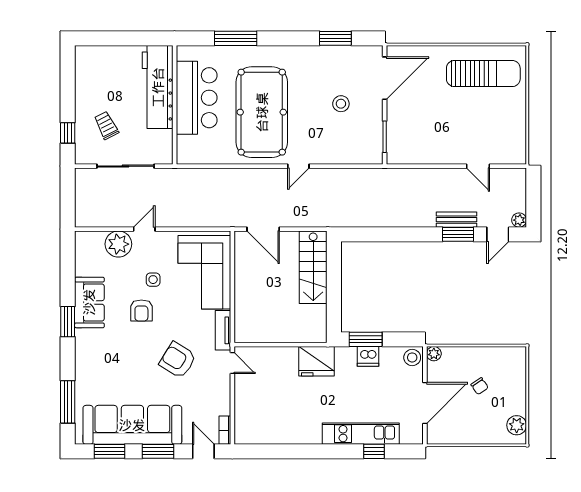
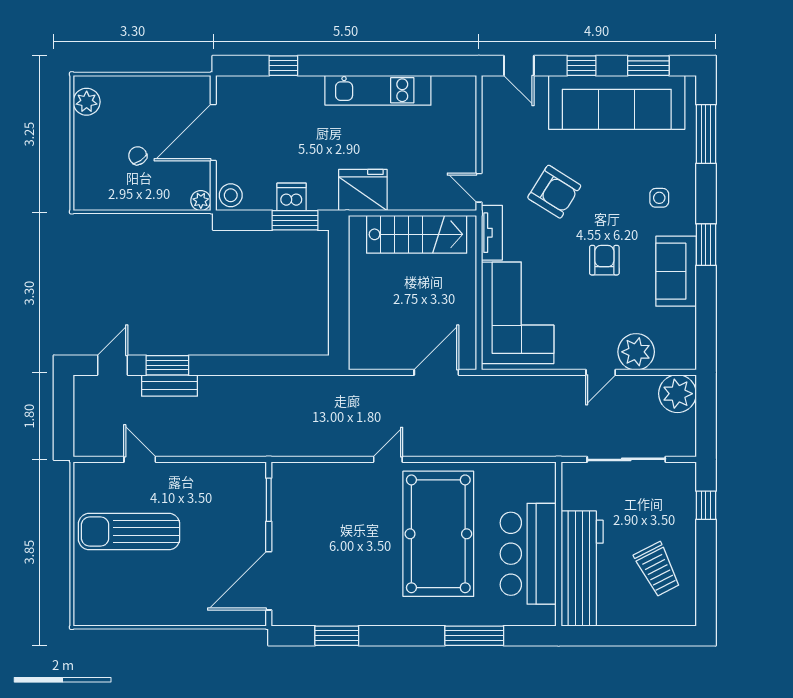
sun lounger: (483, 74) -> (129, 532), moved
stool: (341, 104) -> (329, 545), removed
trolley: (106, 125) -> (657, 569), moved, width x1.36, depth x1.39
plant: (519, 220) -> (677, 394), moved, width x1.87, depth x1.87
door: (263, 229) -> (436, 372), hinge flipped
stairs: (313, 267) -> (417, 234), moved, turned 90
side table: (153, 280) -> (659, 198), moved
bookcase: (225, 430) -> (489, 95), removed
kitchen unit: (361, 434) -> (378, 90), moved
window: (158, 451) -> (581, 66), width x0.67

